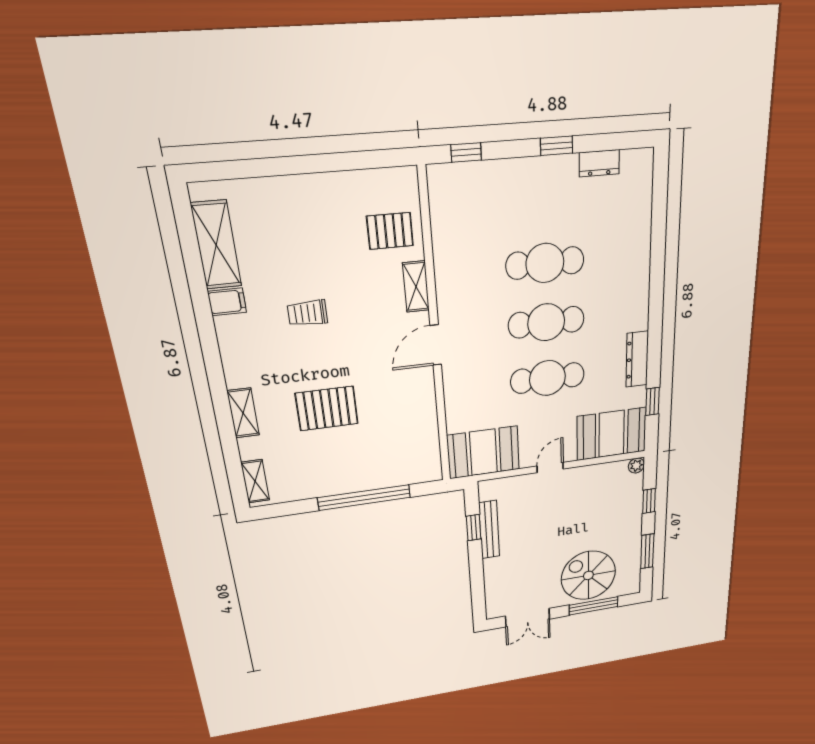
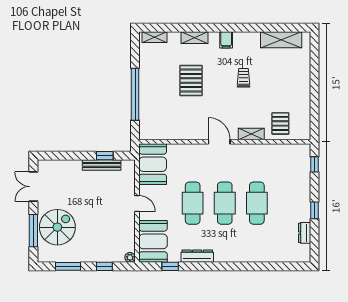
filing cabinet: (227, 302) -> (226, 40), moved

